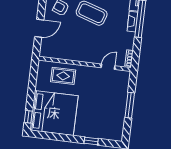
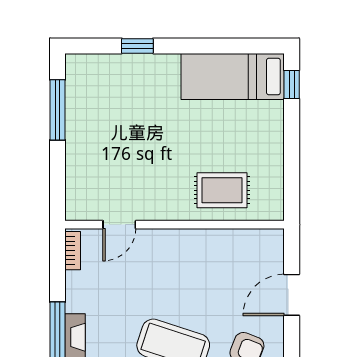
window: (130, 105) -> (57, 110), moved
bed: (54, 113) -> (233, 76), width x0.49

